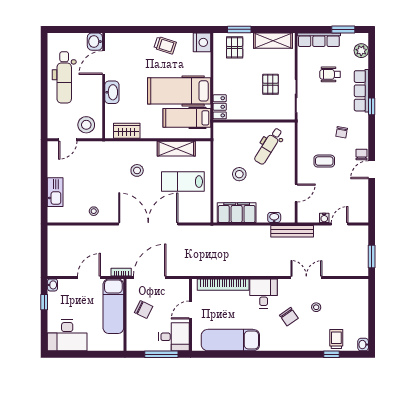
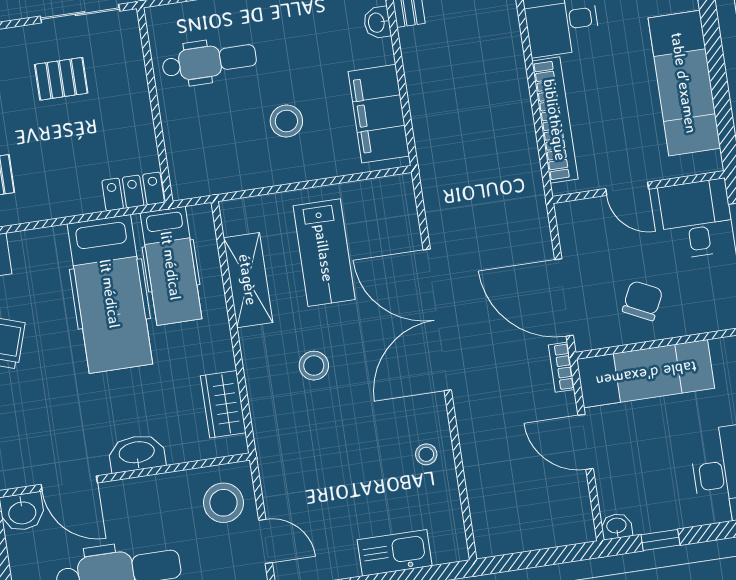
dental chair: (269, 146) -> (209, 61), turned -32

